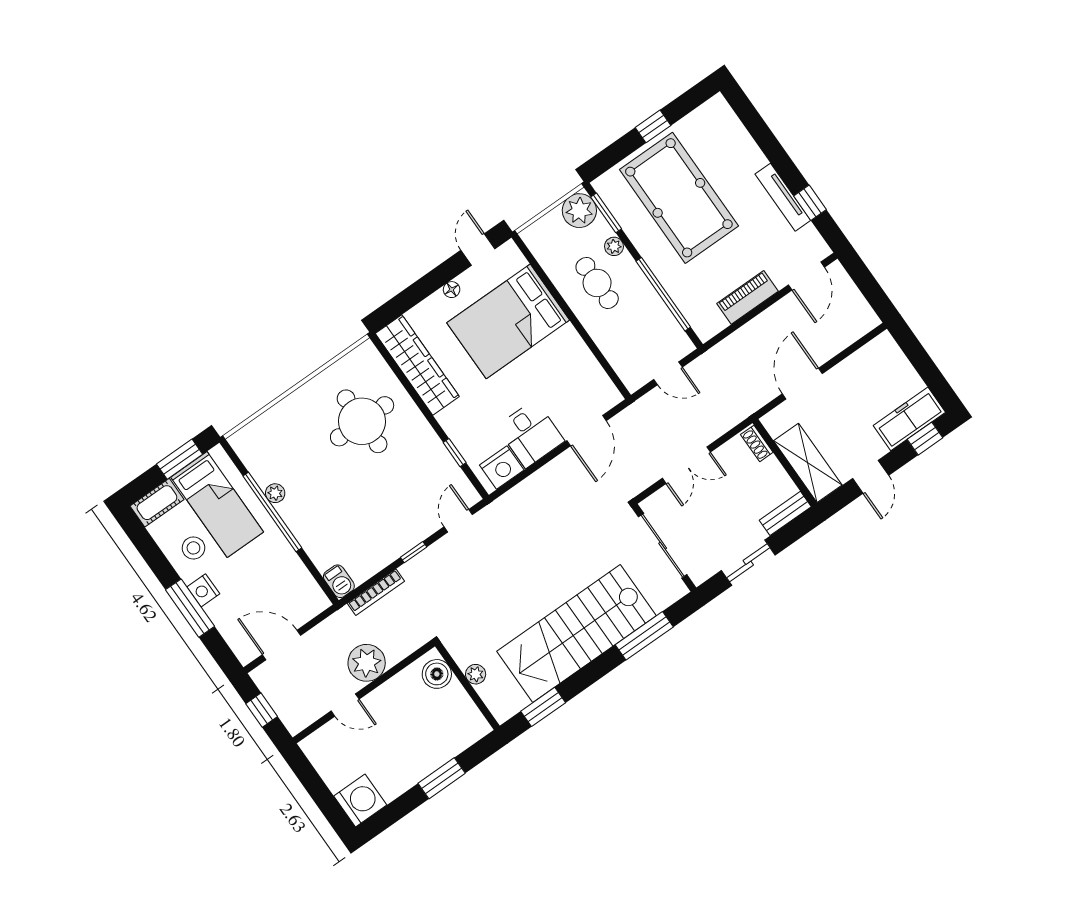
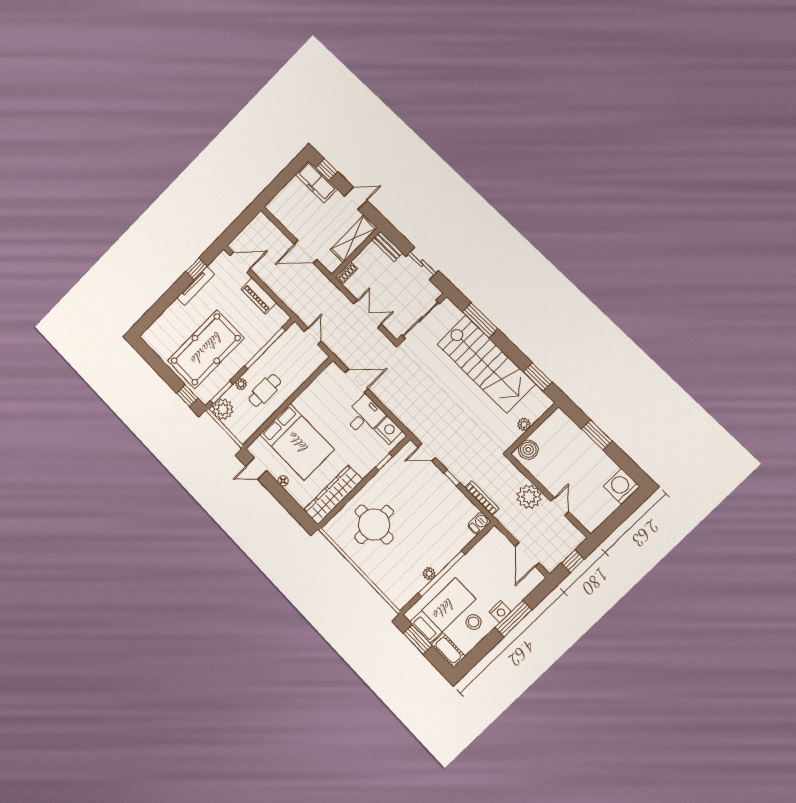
window: (653, 126) -> (187, 396), moved

